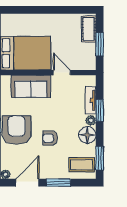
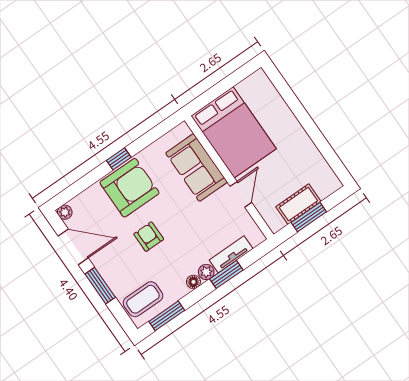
cot: (89, 29) -> (298, 204), moved
floor lamp: (87, 135) -> (193, 282), width x0.53, depth x0.53
coffee table: (82, 165) -> (143, 299), turned 90

